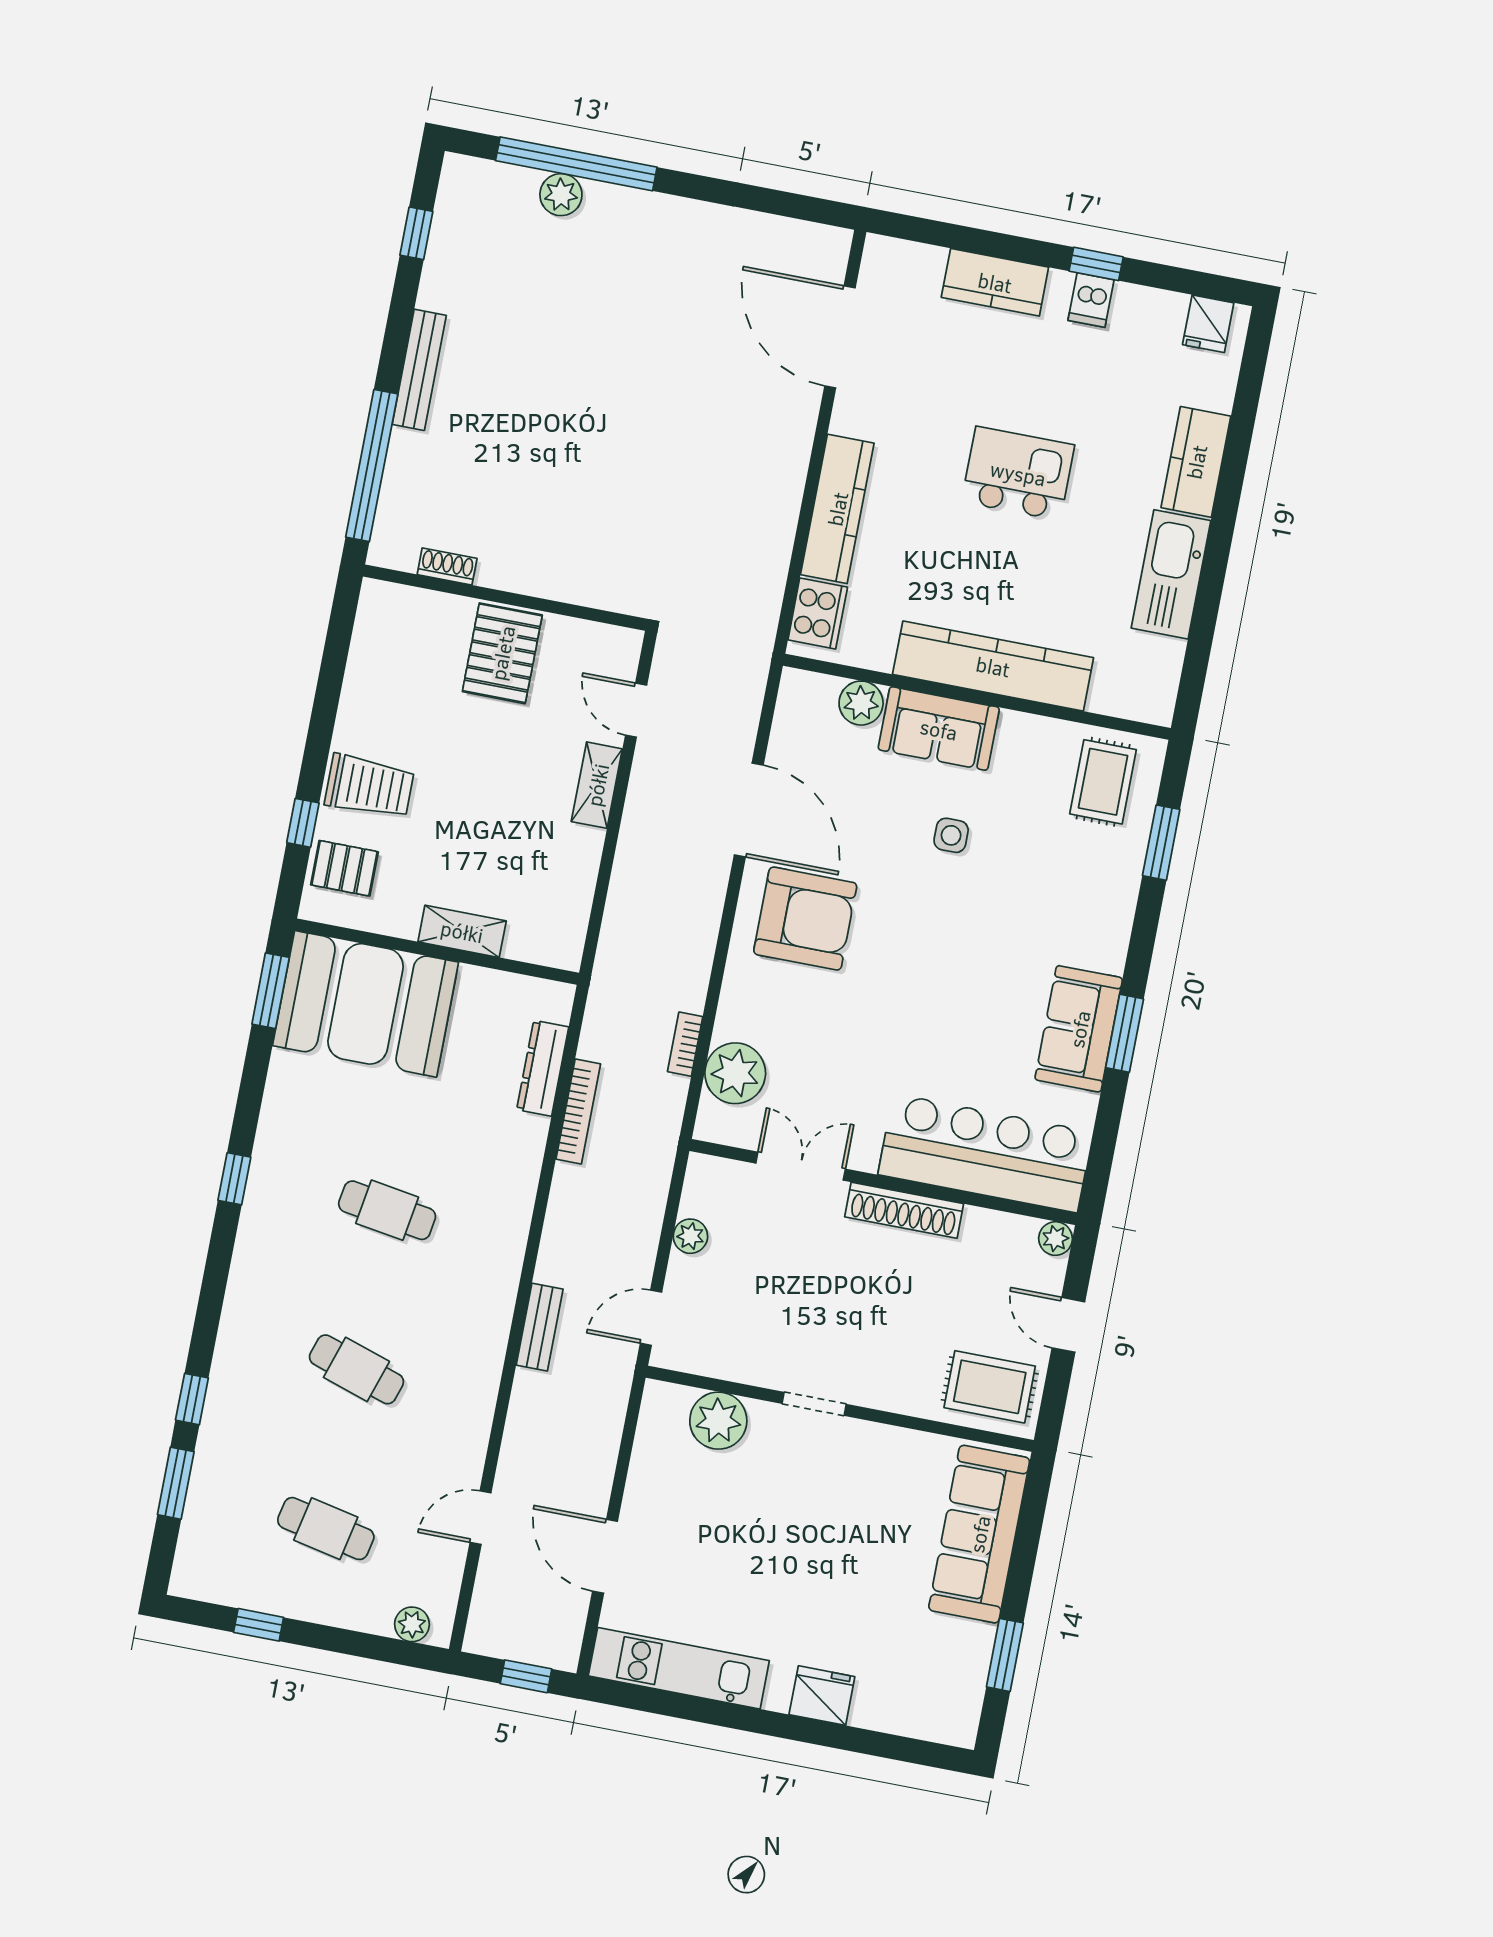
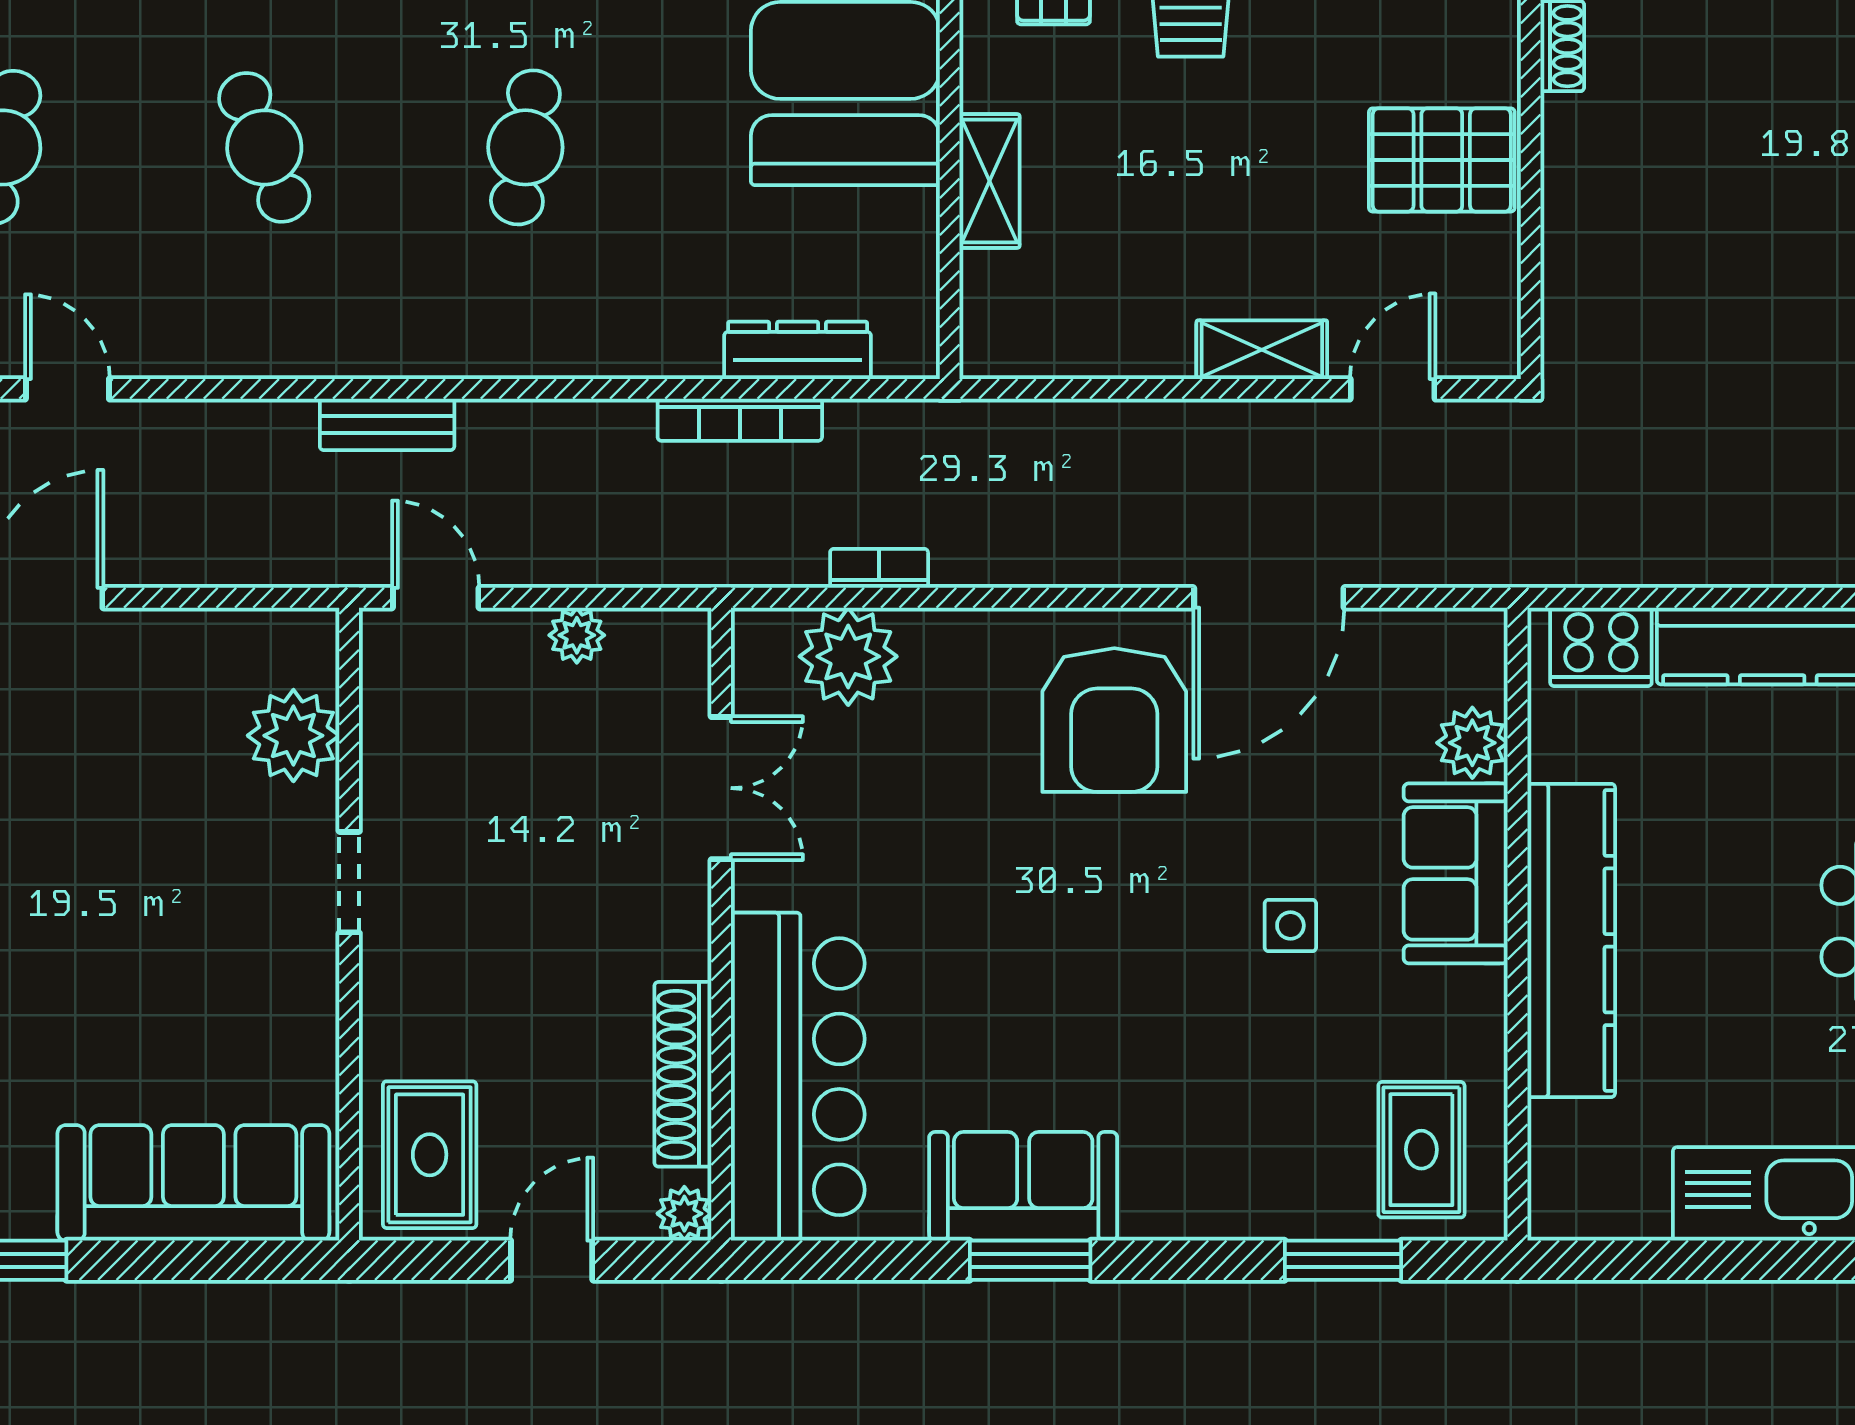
rug: (1103, 782) -> (1421, 1150), turned 90
shoe rack: (904, 1210) -> (683, 1074), moved
cafe table: (356, 1369) -> (264, 147), turned -39

